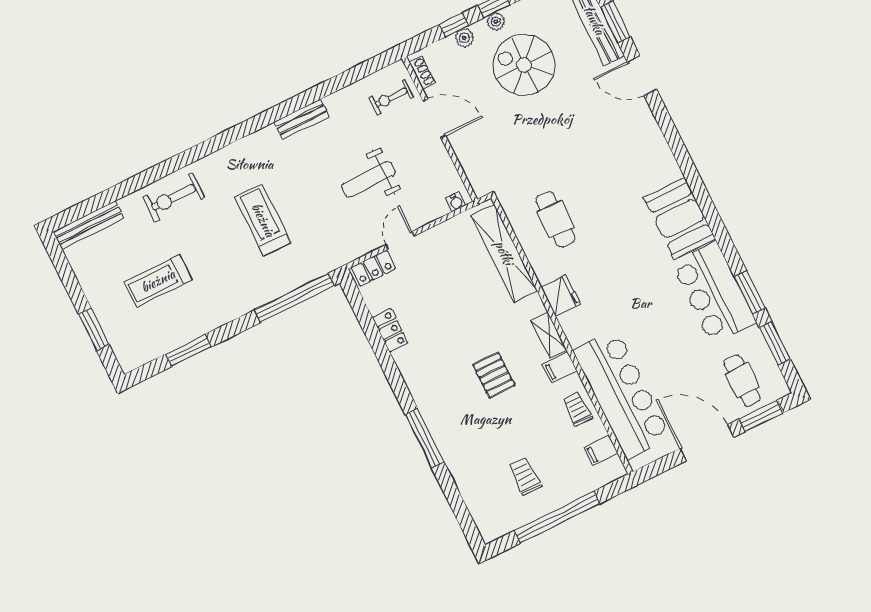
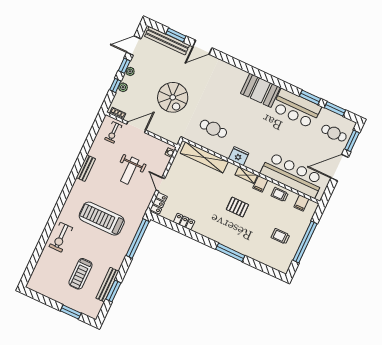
spiral stairs: (524, 65) -> (173, 97), moved, turned -90
treadmill: (263, 220) -> (102, 219), width x1.37, depth x1.37
bench: (89, 225) -> (107, 285), moved

